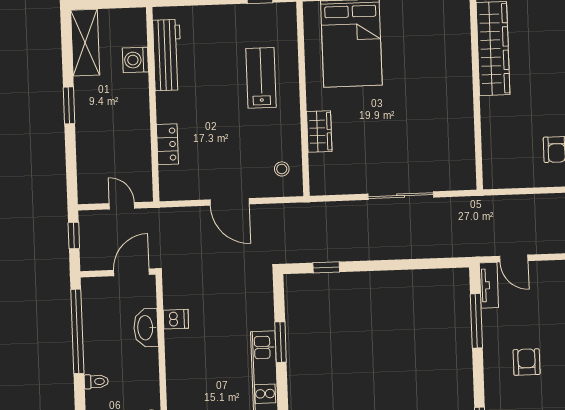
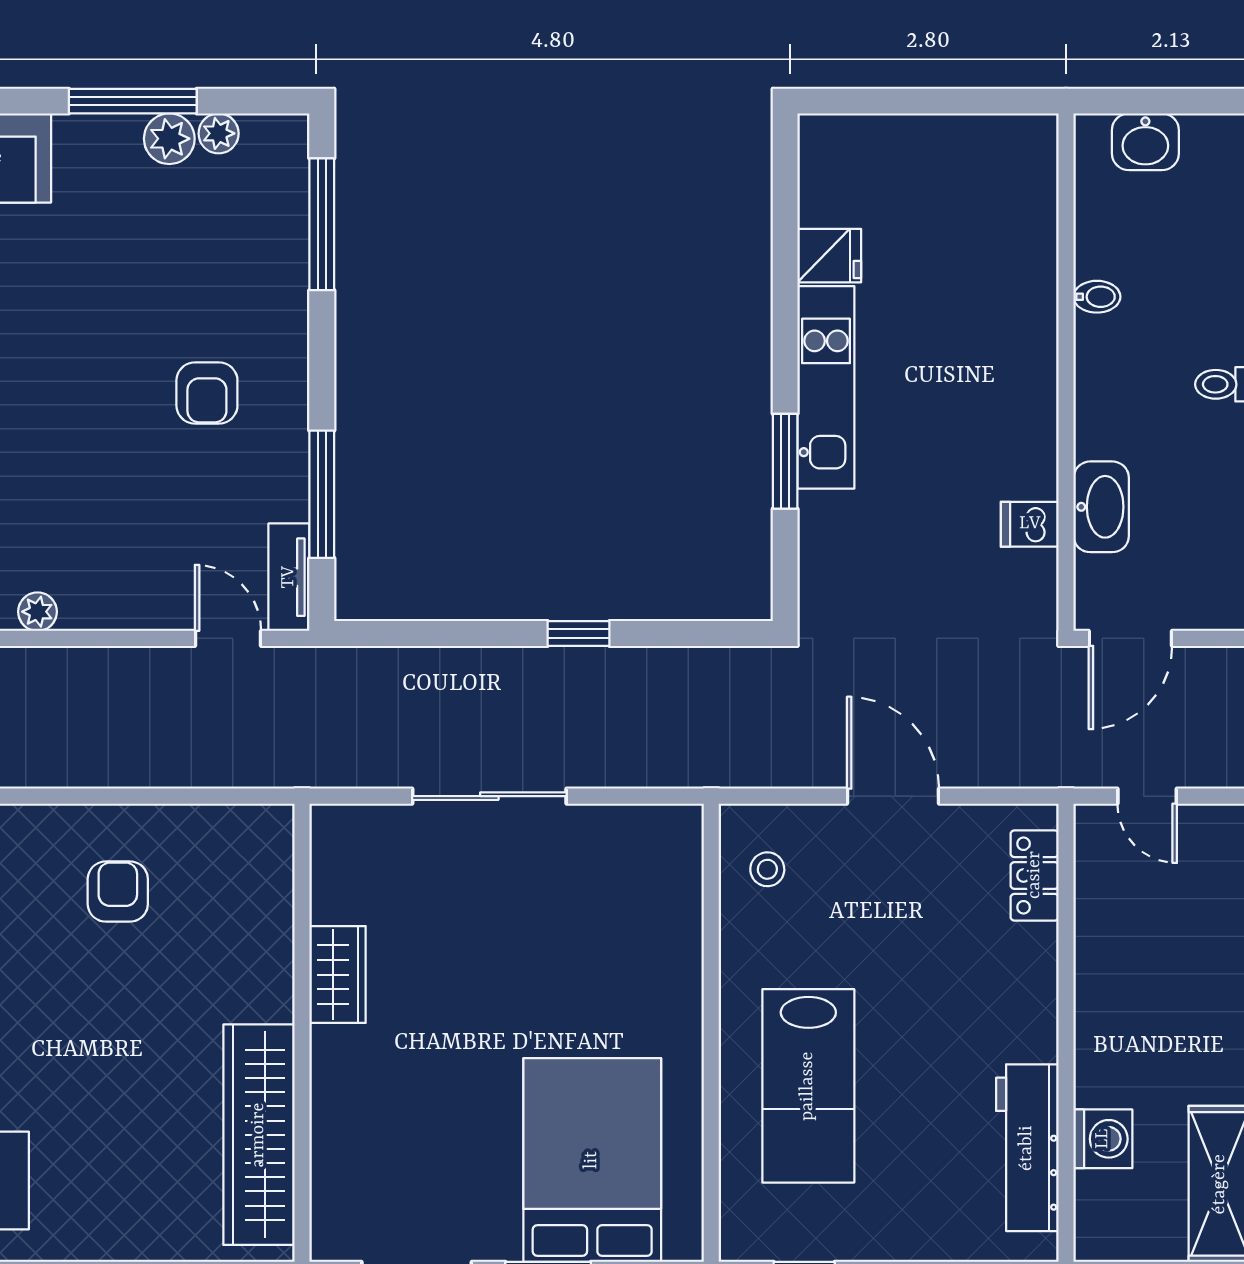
lab bench: (261, 78) -> (808, 1086), width x1.36, depth x1.39
wardrobe: (319, 132) -> (338, 975), moved, turned 180
locker: (167, 144) -> (1035, 875), moved
window: (326, 267) -> (578, 633), moved

